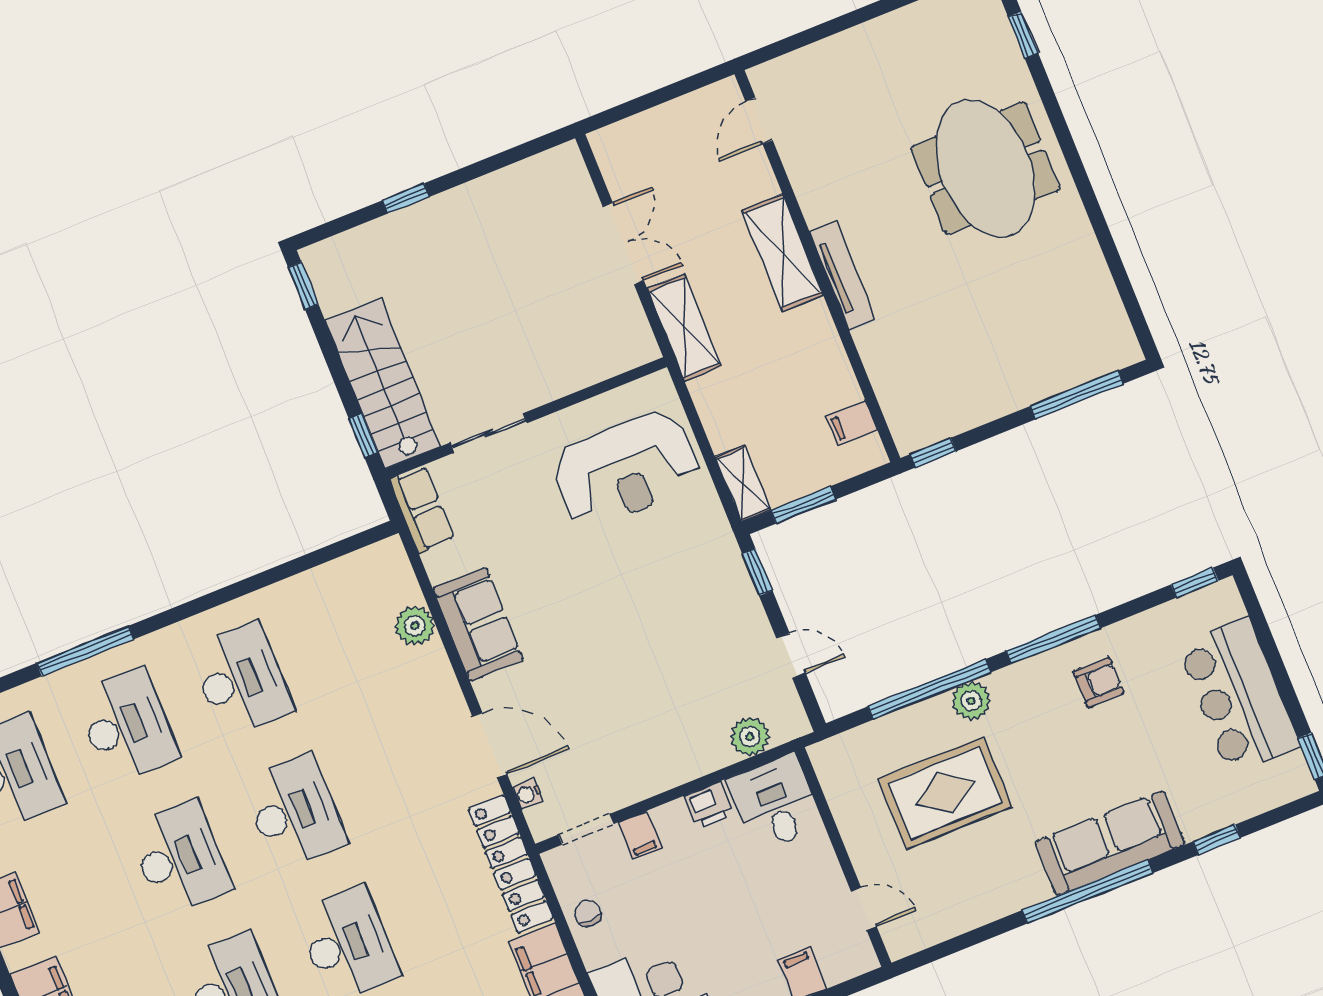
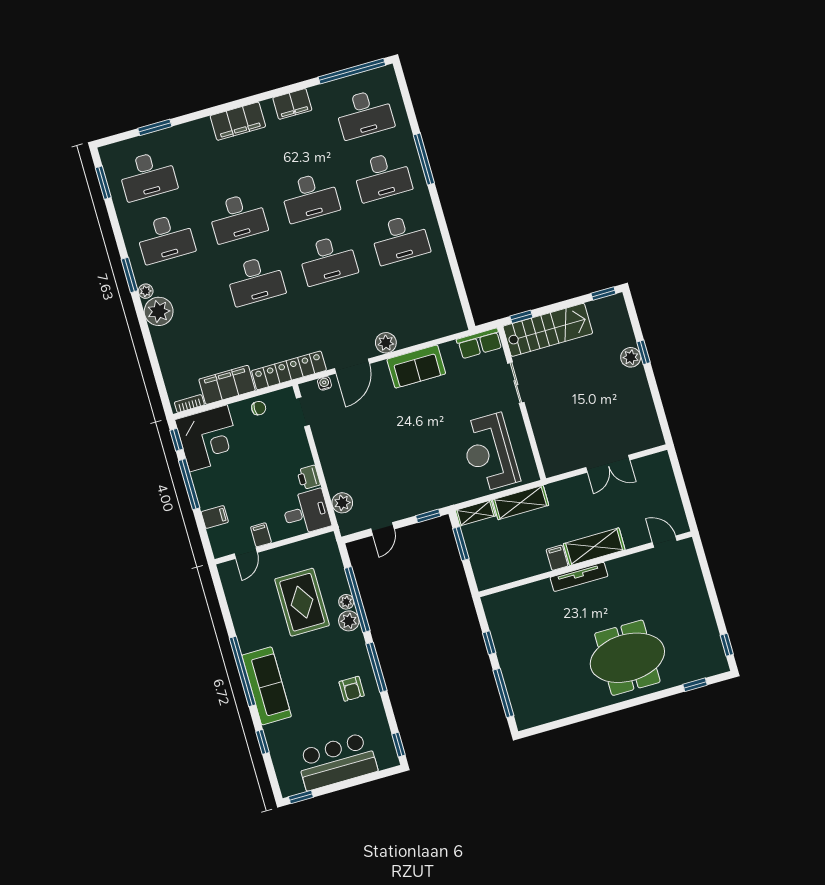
plant: (418, 221) -> (631, 357), added
shelving: (684, 327) -> (521, 502), moved
filing cabinet: (852, 423) -> (557, 558), moved
window: (933, 453) -> (489, 643), moved
plant: (415, 626) -> (386, 343), moved
plant: (936, 710) -> (346, 602), added
filing cabinet: (640, 835) -> (261, 535), moved, turned 90

